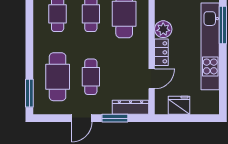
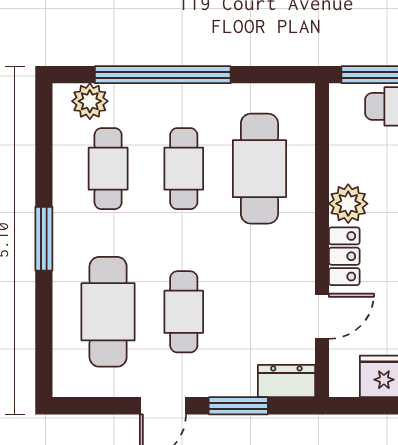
window: (29, 93) -> (44, 239), moved
dresser: (131, 107) -> (286, 381), width x0.70

